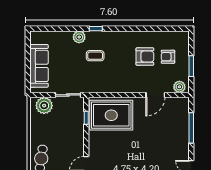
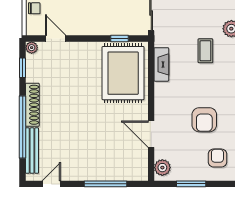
armchair: (168, 57) -> (217, 158), moved
fireplace: (105, 88) -> (161, 64), added

